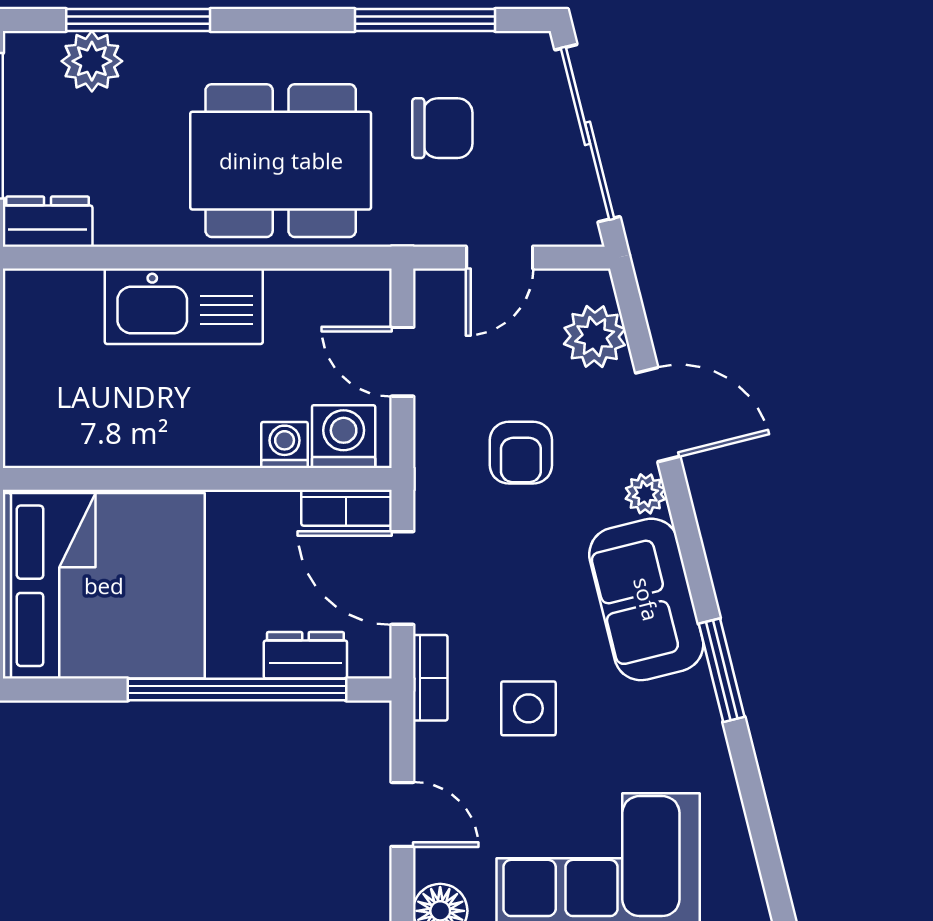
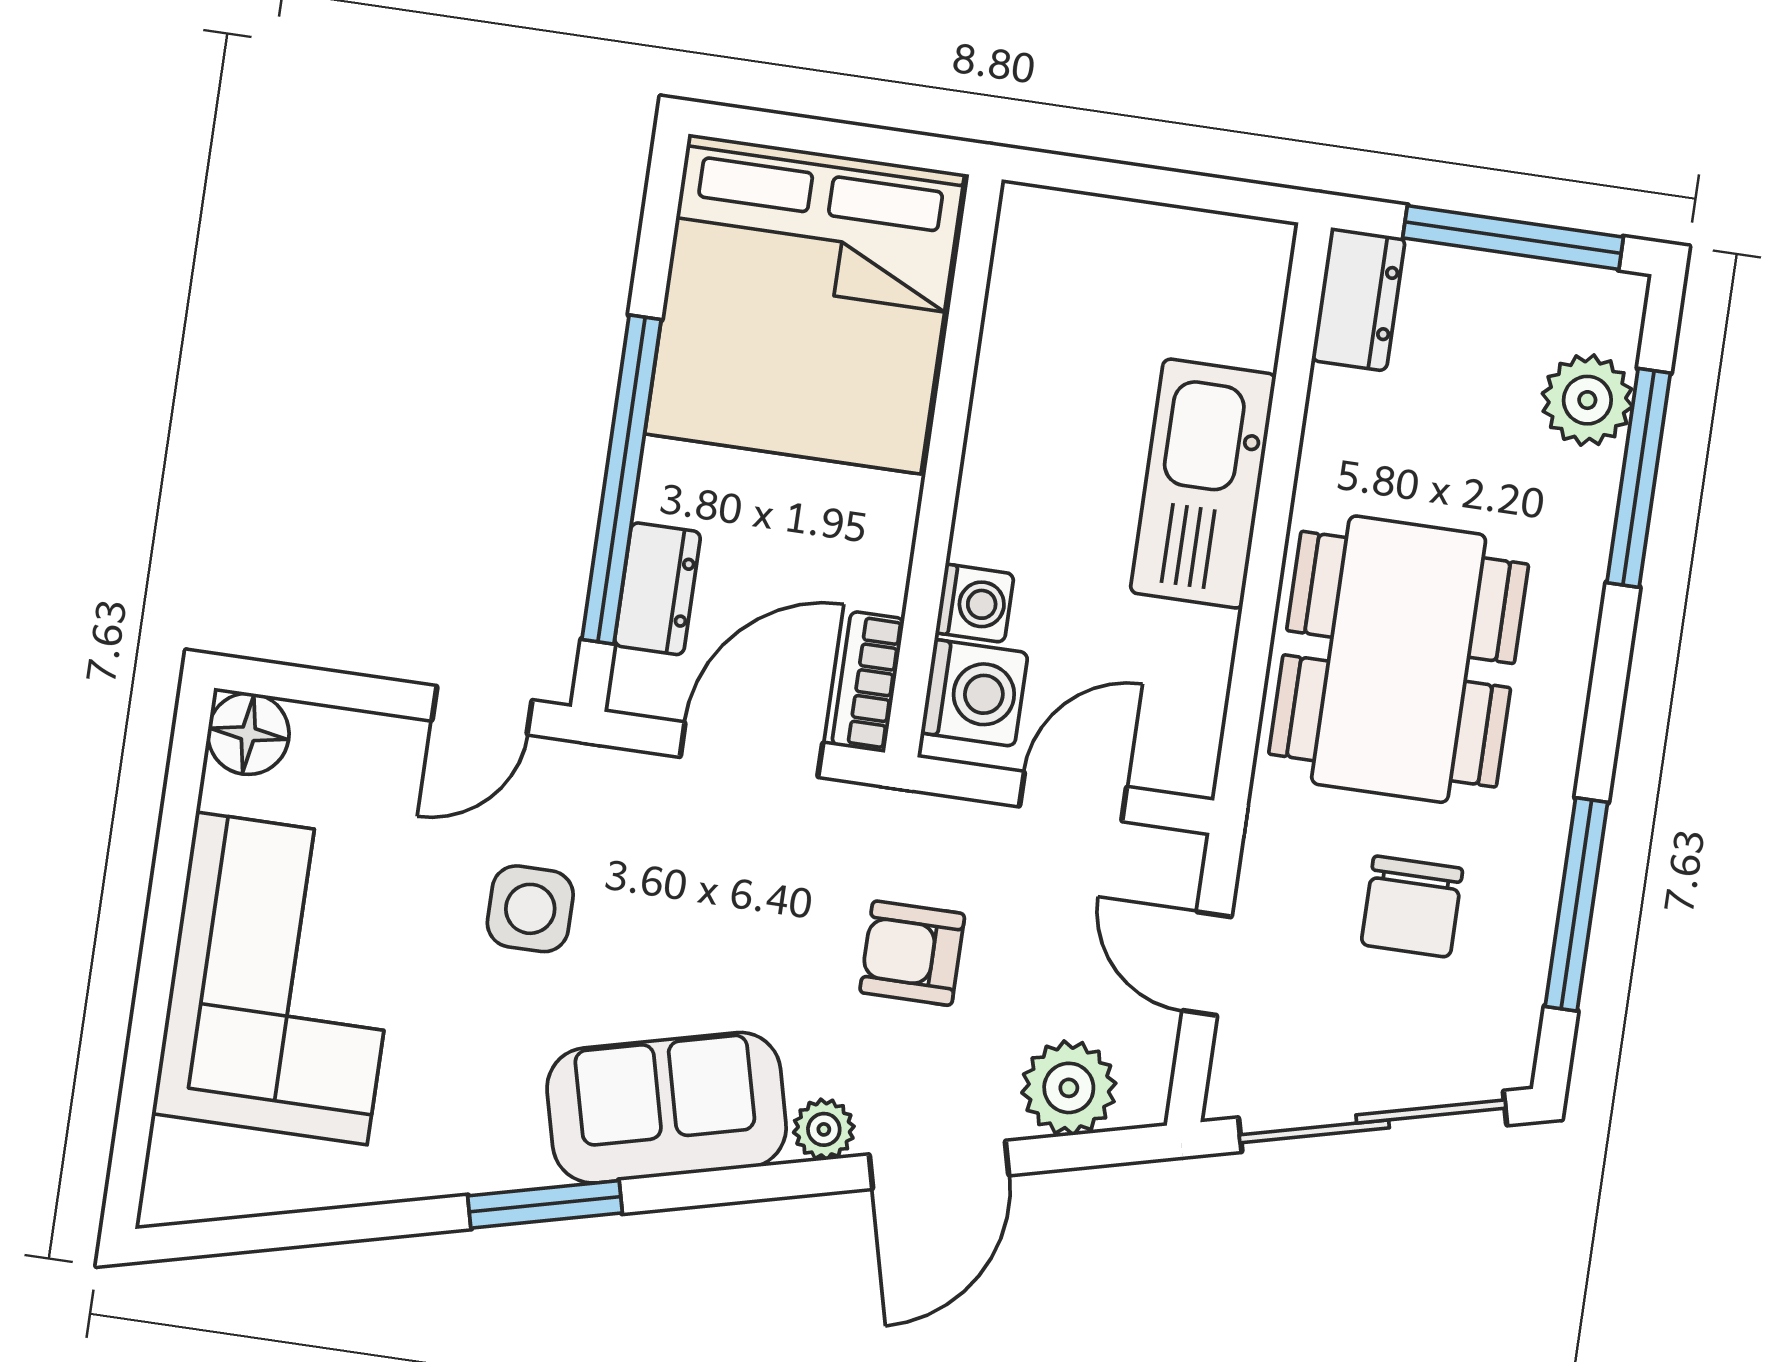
bookcase: (430, 678) -> (597, 770), removed
door: (402, 814) -> (482, 710), moved

